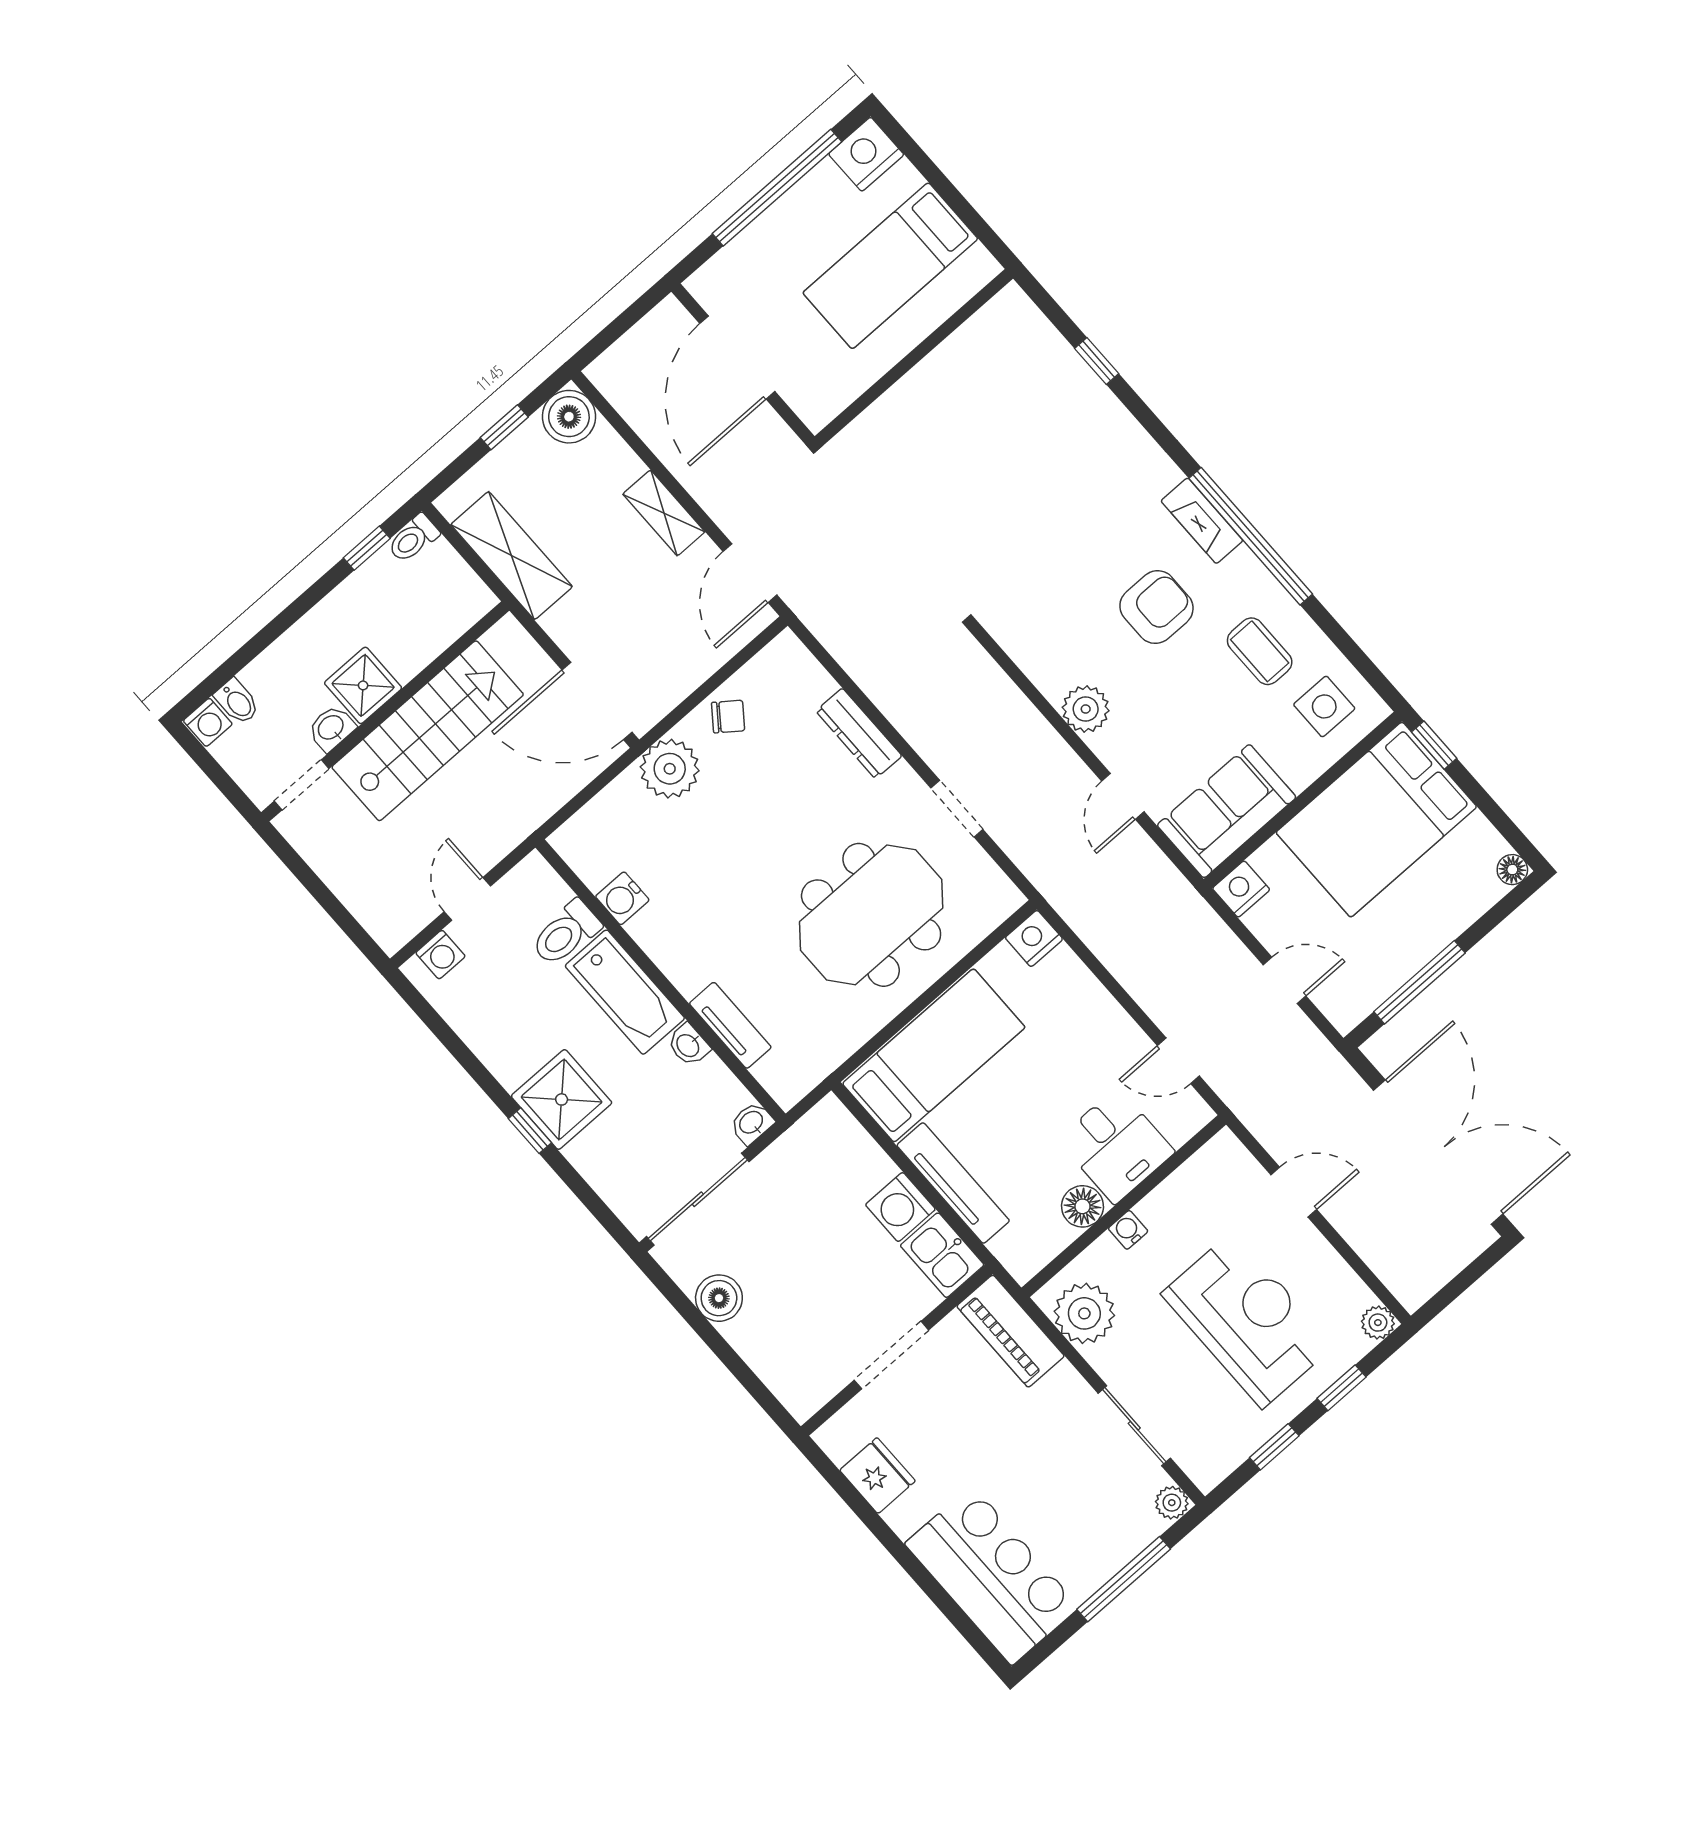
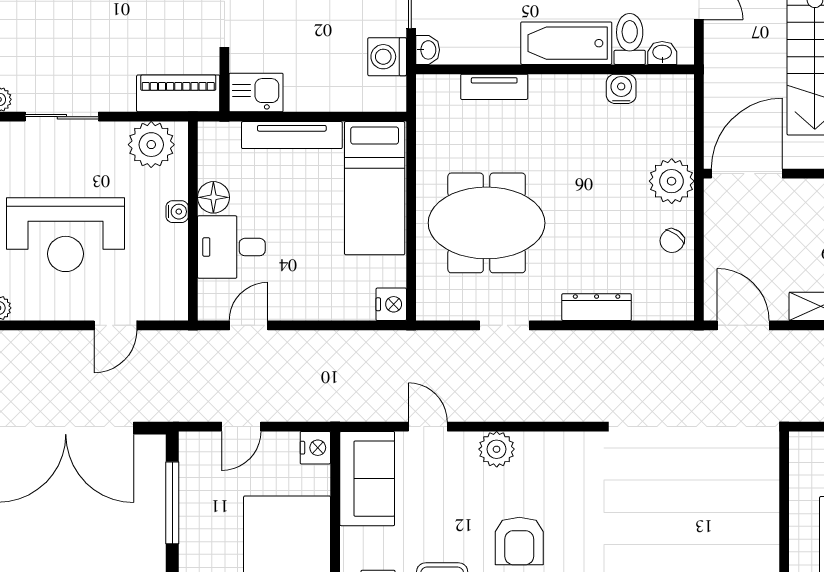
meeting table: (871, 915) -> (487, 223), turned 90
washbasin: (688, 1045) -> (662, 53), moved
washing machine: (900, 1207) -> (387, 57), moved, turned -90

